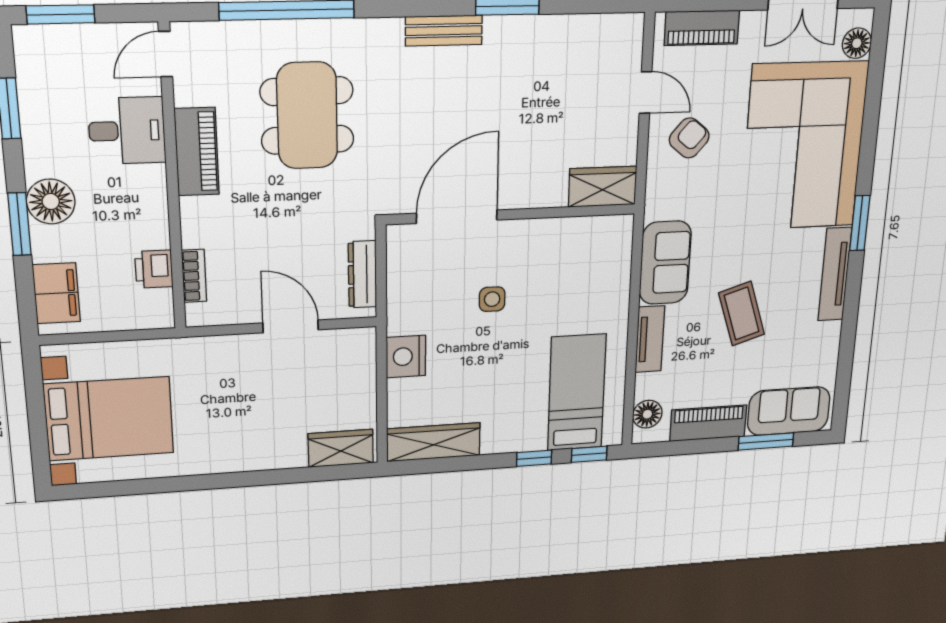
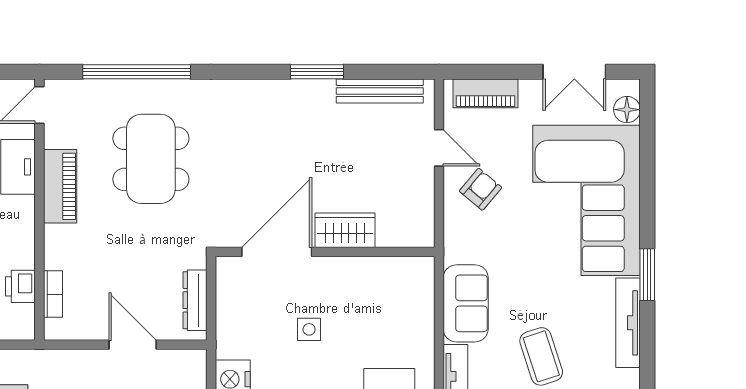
bench: (444, 31) -> (380, 91), moved, width x1.36
wardrobe: (603, 187) -> (345, 230), moved

